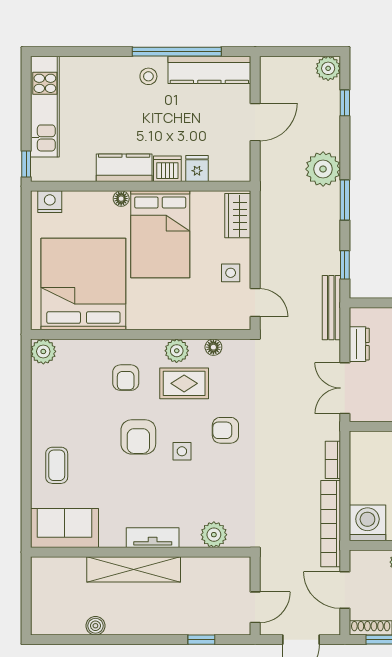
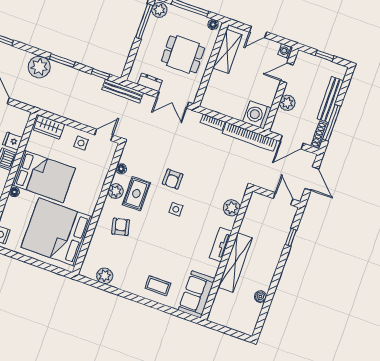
plant: (43, 351) -> (105, 276), moved
armchair: (126, 378) -> (121, 227), turned -103
armchair: (138, 437) -> (158, 232), removed

